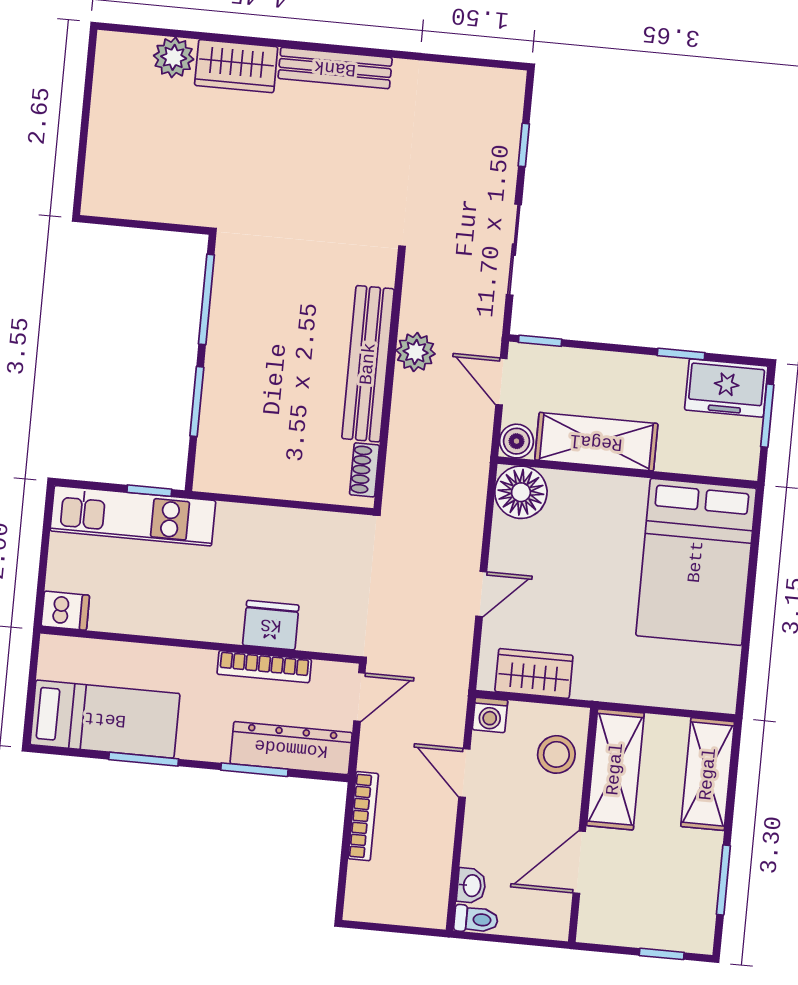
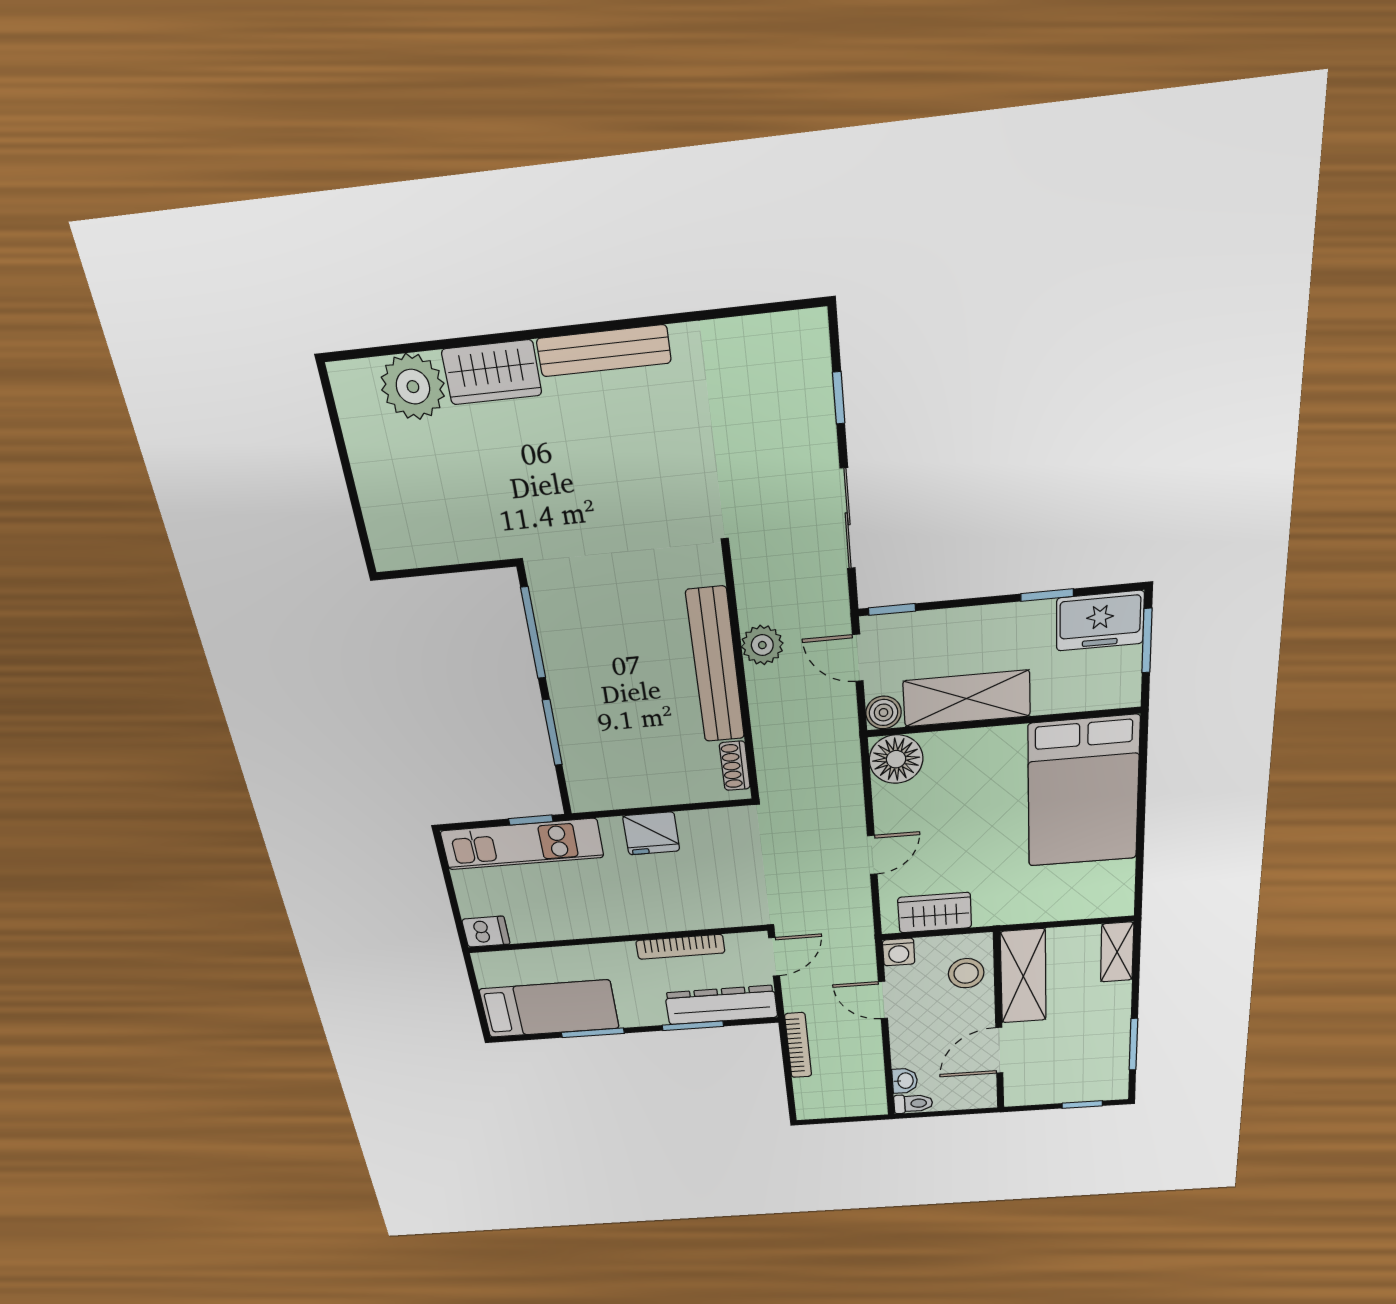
plant: (174, 57) -> (413, 387), width x1.36, depth x1.36
fridge: (271, 625) -> (651, 833), moved, turned 180
shelving: (708, 774) -> (1117, 952), width x0.67, depth x0.75

